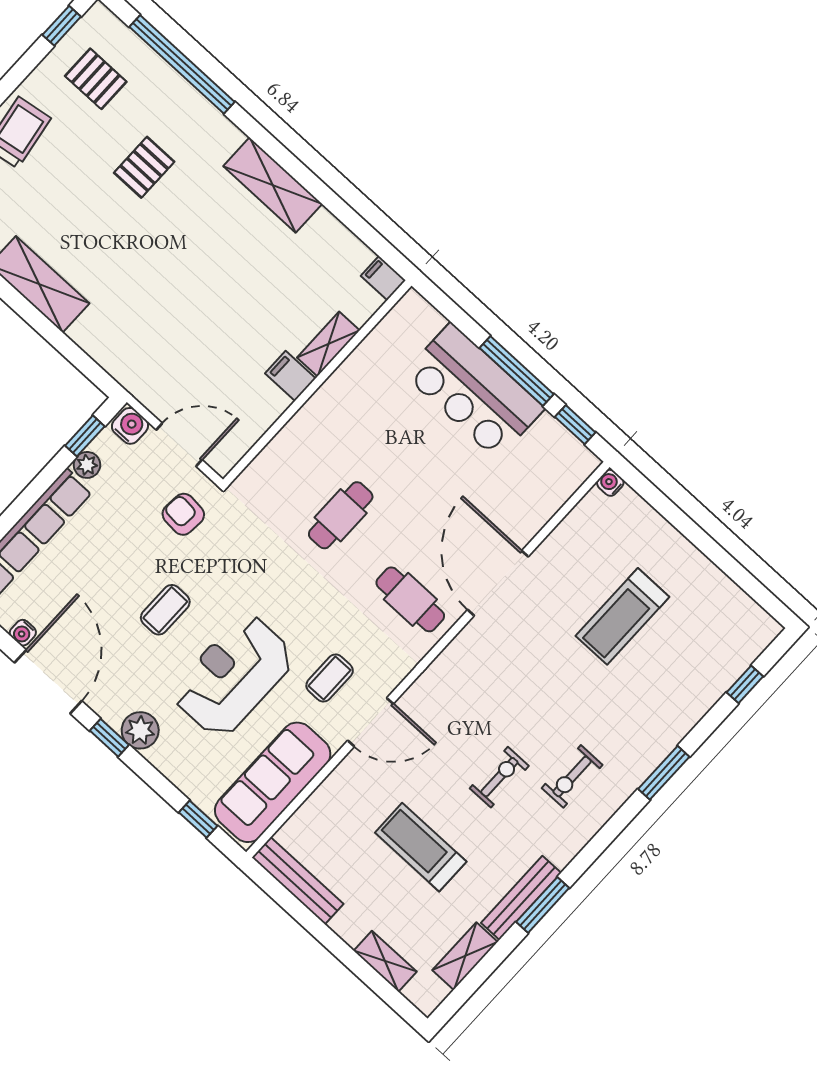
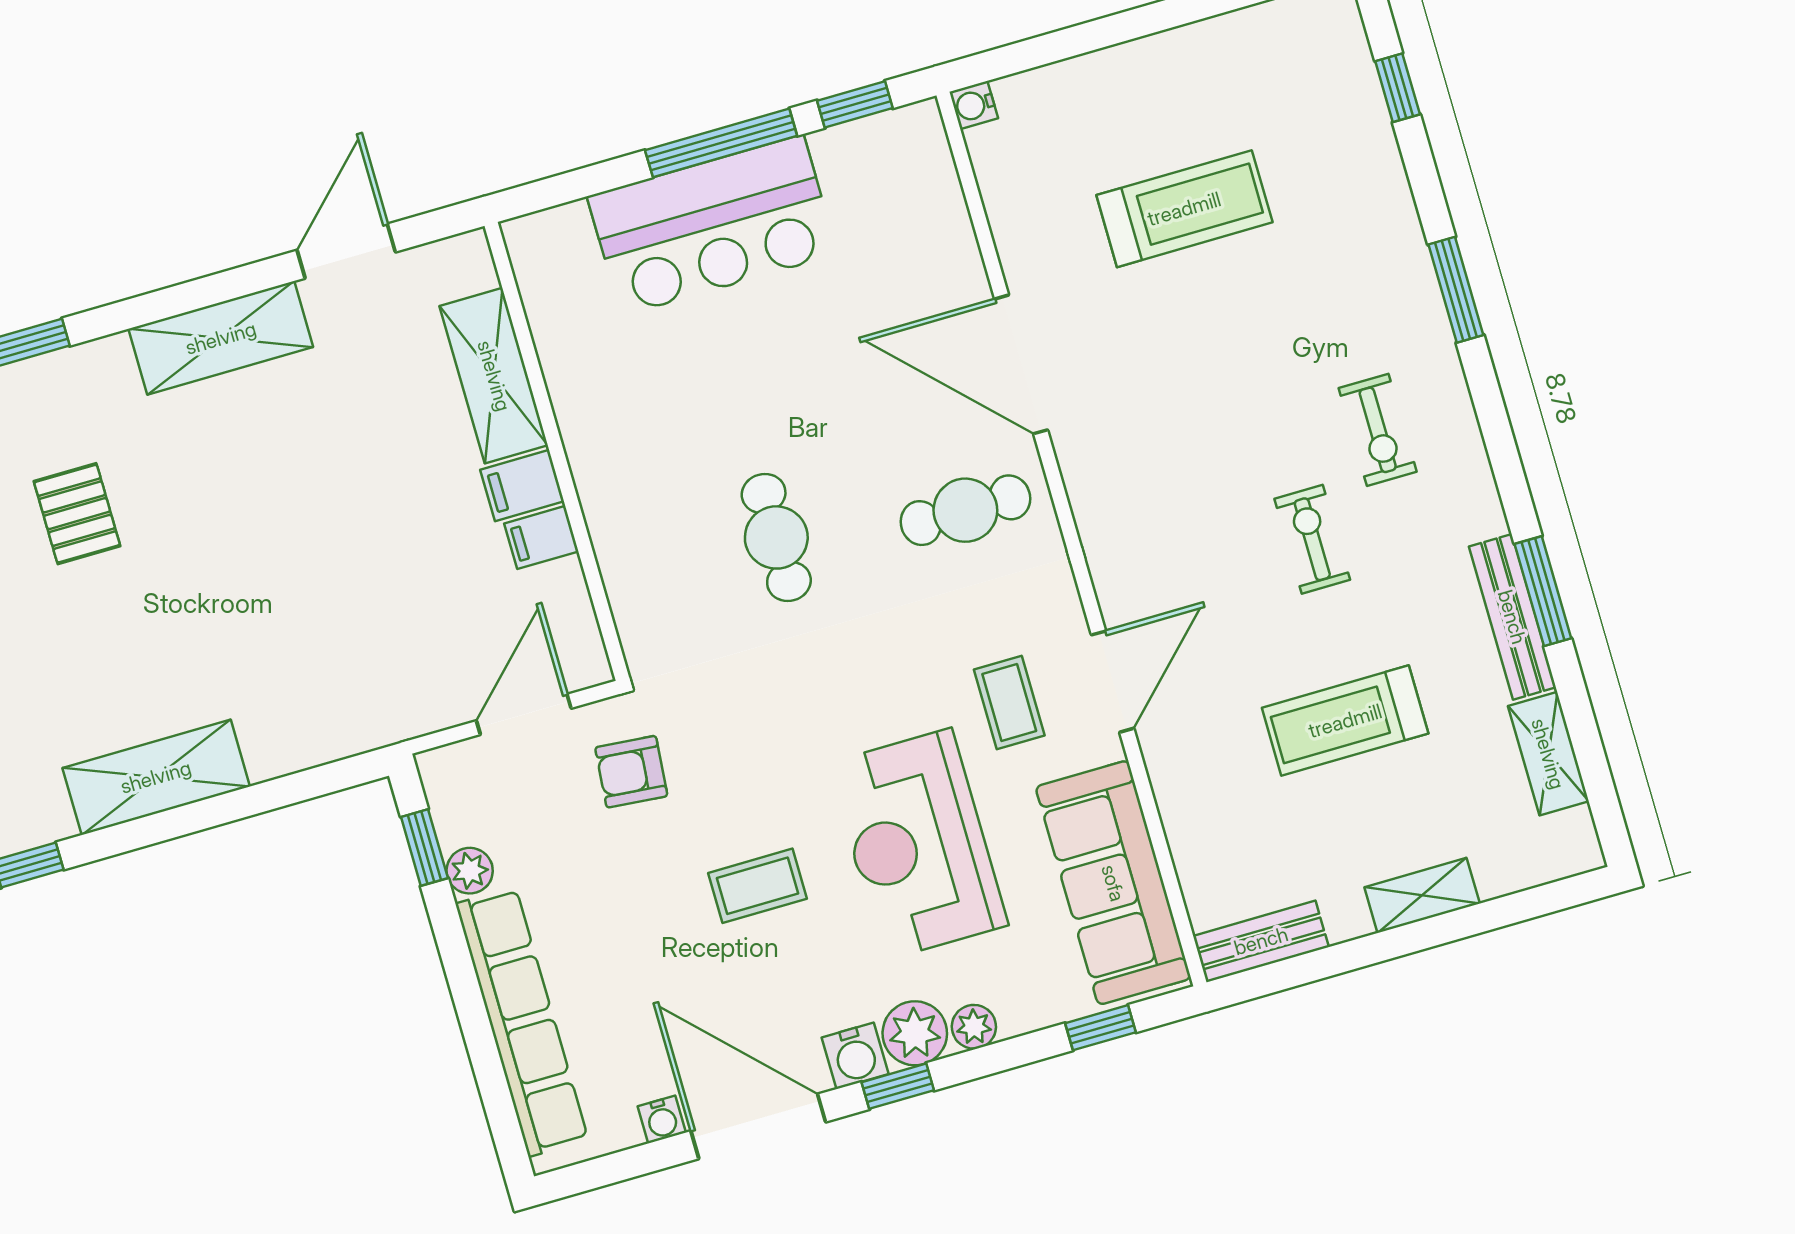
door: (352, 220) -> (346, 251), added
filing cabinet: (383, 278) -> (541, 537), moved
shelving: (328, 344) -> (494, 376), width x1.50, depth x1.33
water cooler: (130, 426) -> (855, 1056), moved, turned 180
coffee table: (165, 610) -> (757, 886), turned 90
treadmill: (622, 616) -> (1184, 209), turned -90
plant: (161, 757) -> (974, 1027), added
bench: (298, 881) -> (1261, 941), width x0.73
shelving: (385, 961) -> (1422, 895), moved

